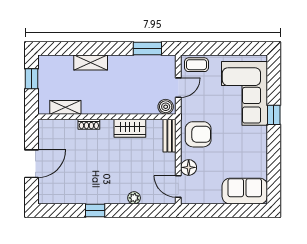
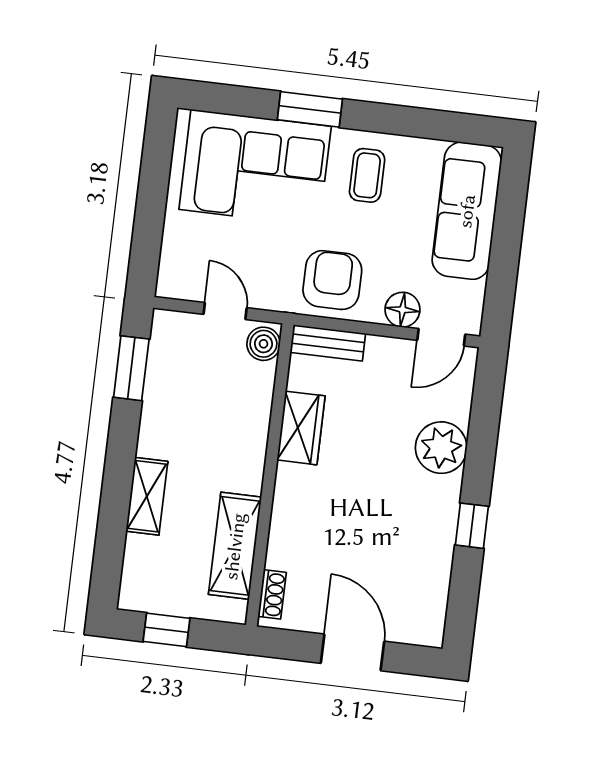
coffee table: (196, 65) -> (367, 175), moved
shelving: (65, 107) -> (235, 546), width x1.50, depth x1.33
window: (274, 115) -> (310, 109), width x1.50
shoe rack: (89, 124) -> (272, 594), moved
sofa: (245, 191) -> (467, 211), width x1.36
plant: (134, 198) -> (441, 448), width x1.88, depth x1.88

